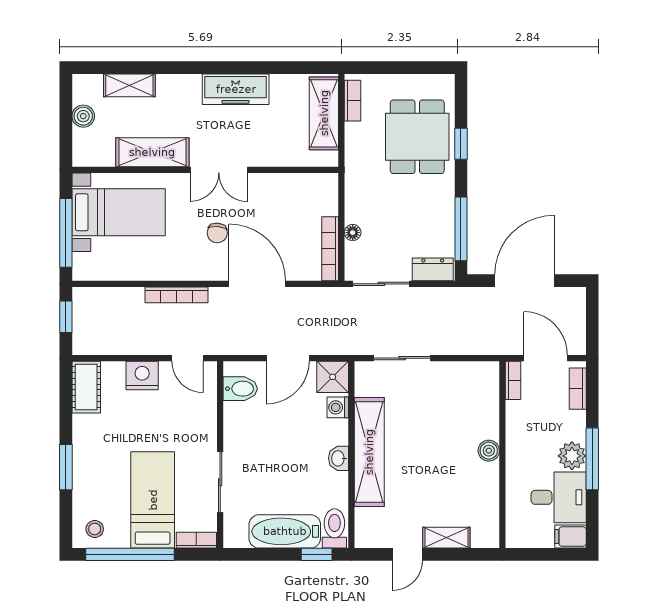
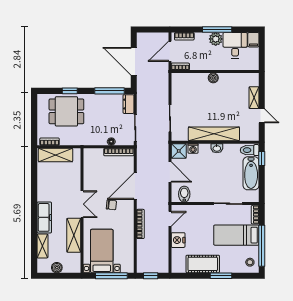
freezer: (236, 89) -> (44, 217), moved
cot: (86, 387) -> (203, 264), moved, width x1.37, depth x1.34

